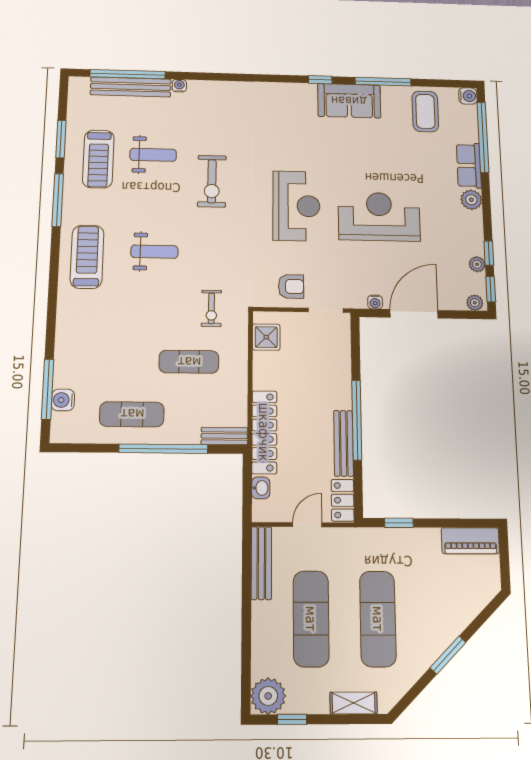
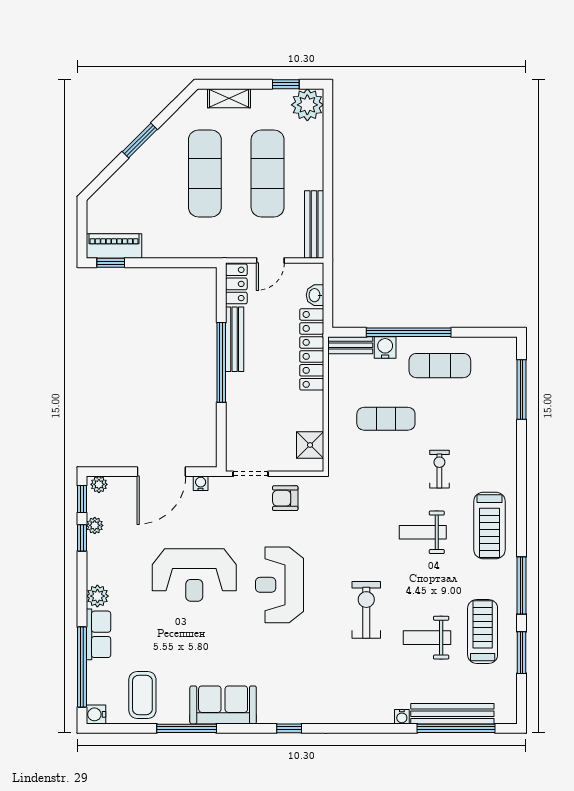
window: (320, 80) -> (289, 728), moved
exercise bike: (211, 308) -> (439, 469), moved
water cooler: (63, 400) -> (385, 347), moved, turned -90
window: (399, 523) -> (111, 263), moved

